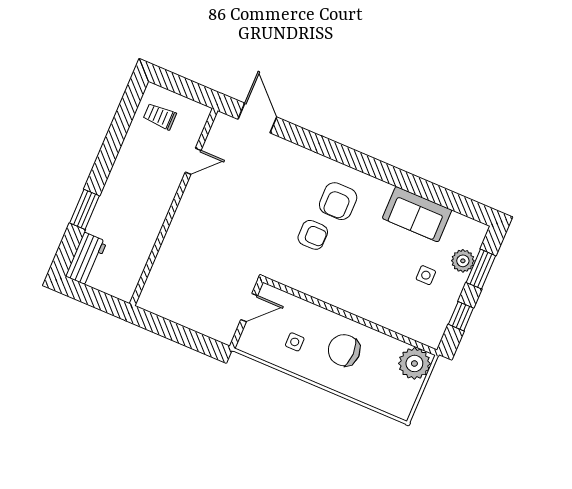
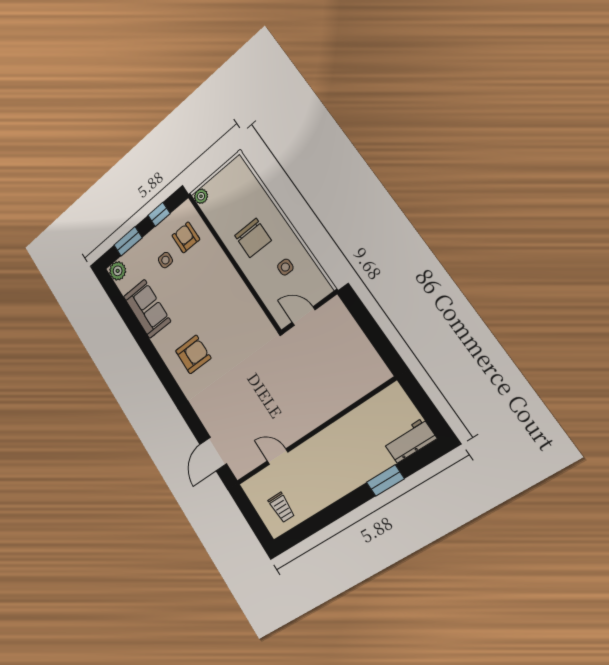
armchair: (313, 235) -> (186, 237), moved
plant: (463, 261) -> (118, 271), moved
plant: (414, 363) -> (201, 196), width x0.53, depth x0.53

